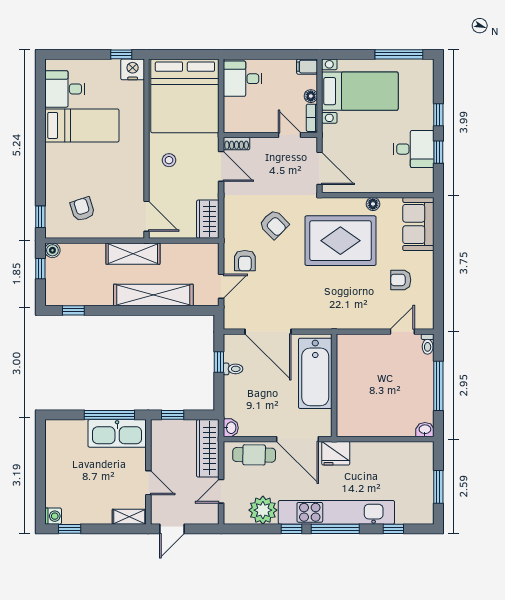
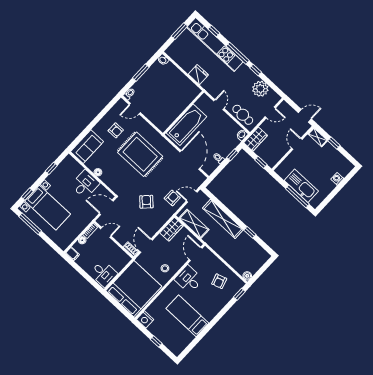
window: (121, 54) -> (156, 341), moved
desk: (65, 89) -> (189, 279), moved, turned 180
bed with nightstands: (360, 91) -> (48, 208), moved, turned 180
window: (438, 115) -> (27, 194), moved
door: (290, 135) -> (106, 232), swing flipped
desk: (414, 149) -> (85, 184), moved, turned 90
door: (320, 168) -> (106, 207), hinge flipped
rug: (340, 241) -> (140, 154), moved
shelving: (133, 254) -> (194, 224), moved
window: (40, 269) -> (259, 273), removed
window: (73, 310) -> (250, 232), moved
window: (219, 362) -> (232, 155), moved
window: (438, 386) -> (141, 73), width x0.69
window: (109, 415) -> (297, 196), moved
kitchen sink: (117, 433) -> (301, 186), moved
door: (297, 439) -> (219, 105), width x0.53
wardrobe: (208, 448) -> (256, 139), width x0.67
fridge: (336, 453) -> (198, 75), moved
kitchen unit: (336, 512) -> (215, 45), moved
washing machine: (53, 516) -> (337, 179), moved
window: (70, 529) -> (334, 143), moved

